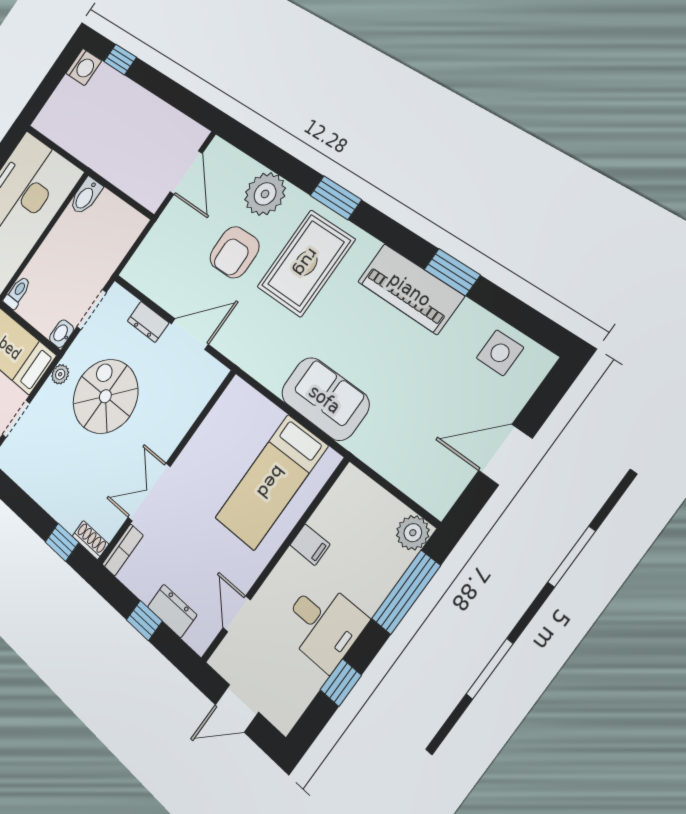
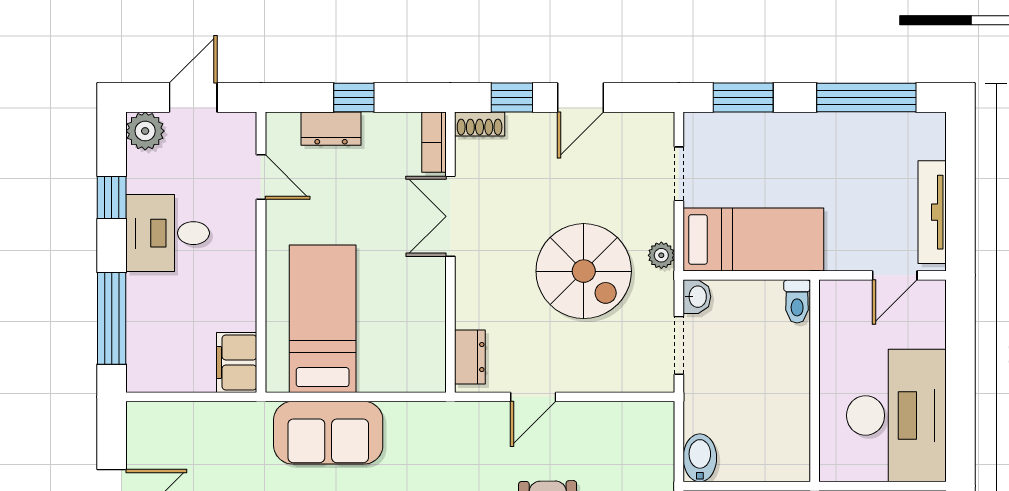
bidet: (86, 196) -> (700, 458), moved
dresser: (148, 322) -> (470, 357), moved, turned 90
door: (190, 334) -> (533, 397), width x0.73
double door: (149, 492) -> (450, 216), swing flipped
door: (28, 510) -> (581, 98), added
plant: (413, 533) -> (145, 131), moved
filing cabinet: (310, 545) -> (237, 363), moved, width x2.00

